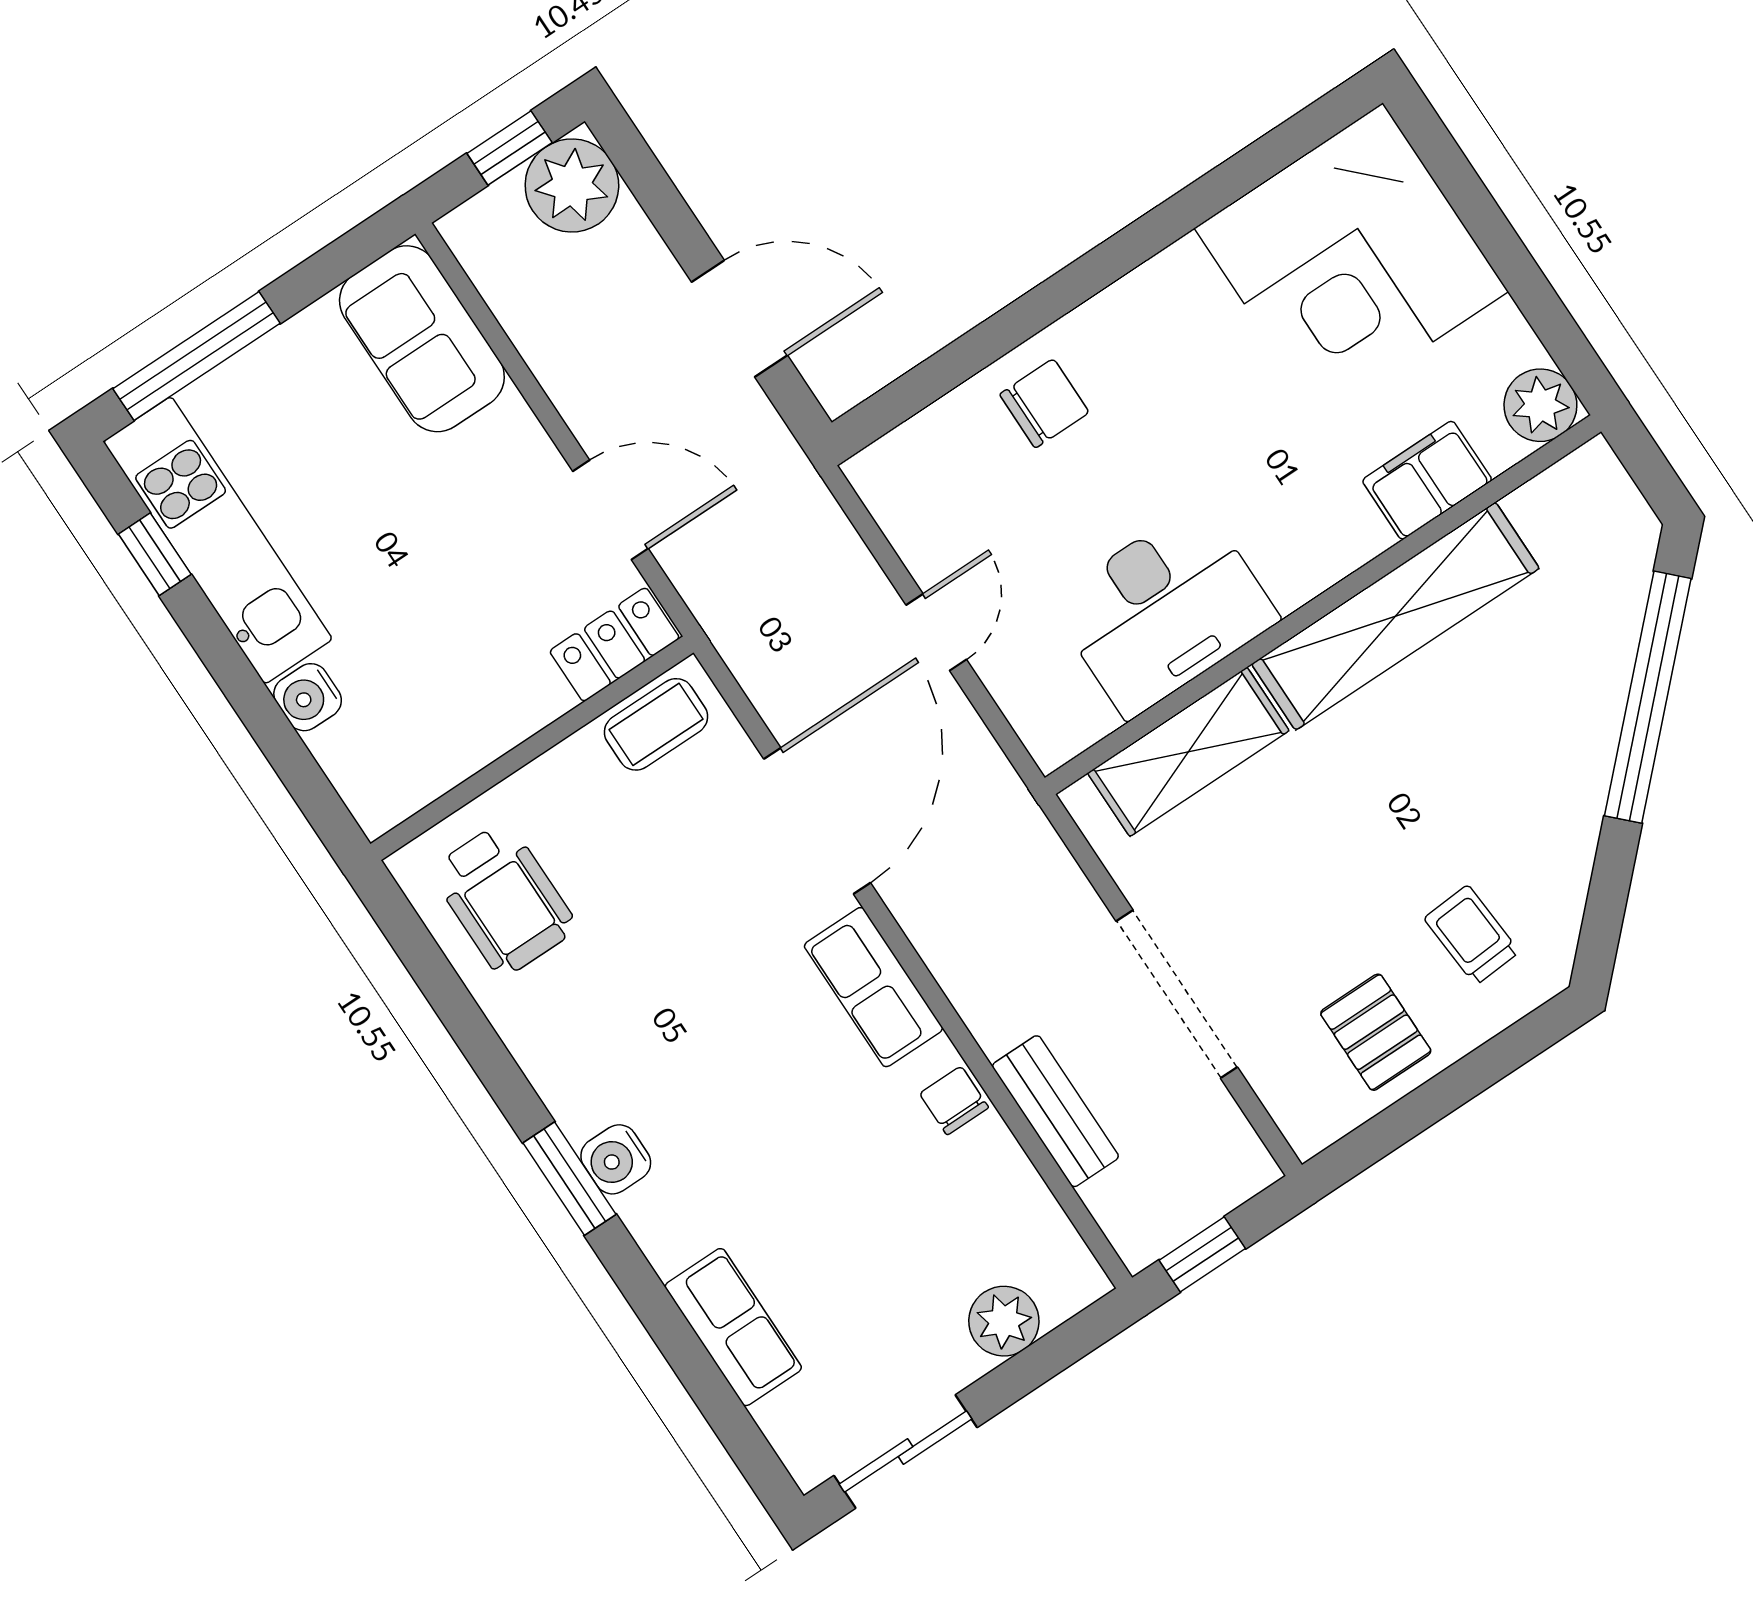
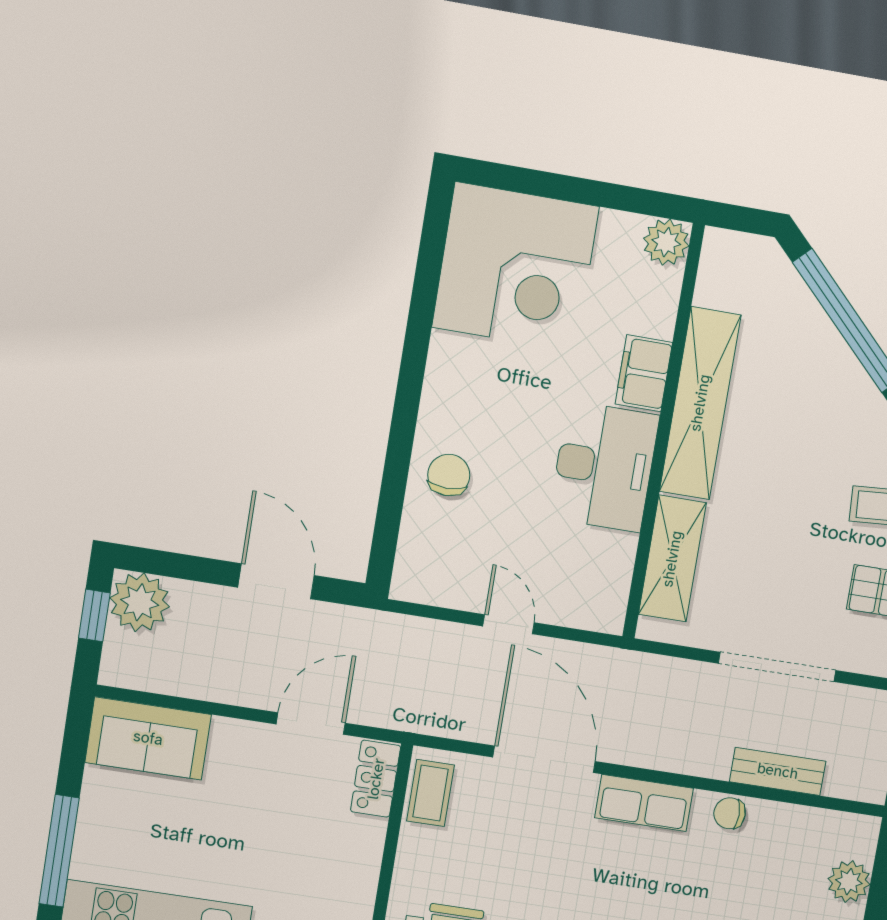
door: (739, 319) -> (276, 581), hinge flipped
filing cabinet: (1427, 480) -> (644, 373), moved
desk: (1164, 610) -> (604, 467), moved

